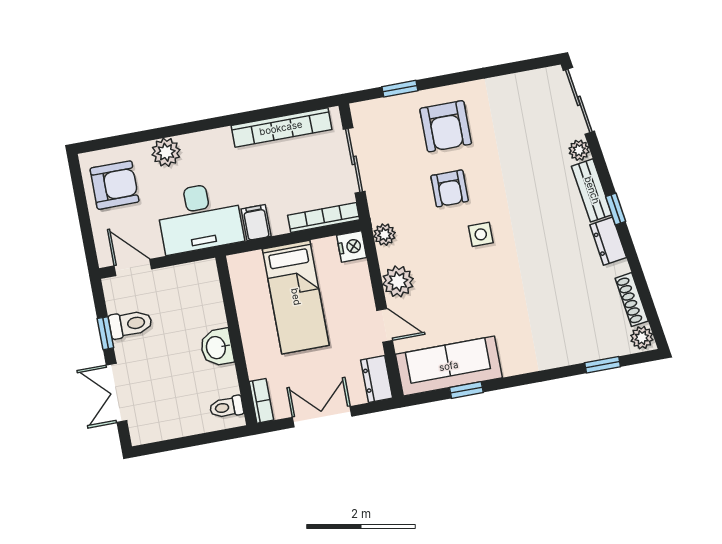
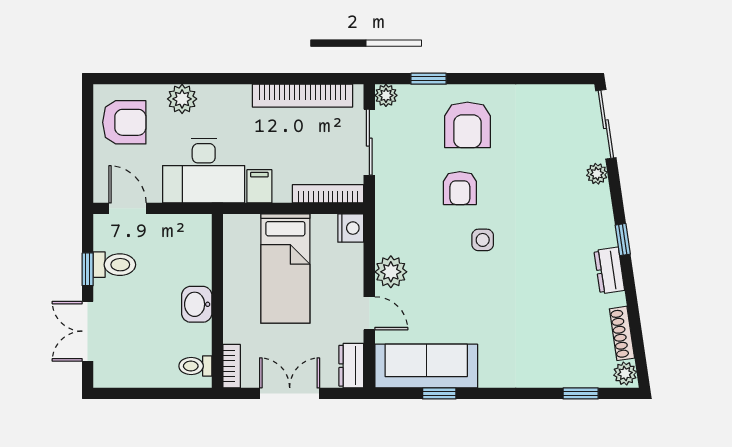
bench: (592, 190) -> (602, 216), removed
plant: (384, 235) -> (386, 95), moved

